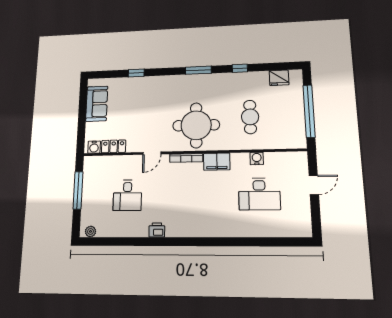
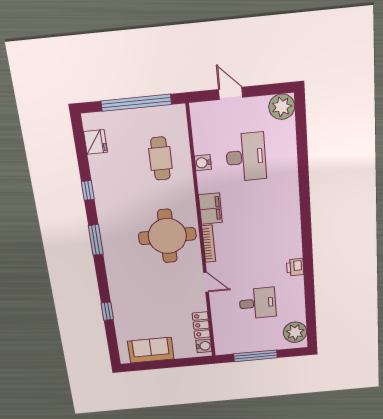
cafe table: (250, 117) -> (160, 159), moved, turned 90
plant: (301, 226) -> (282, 107), added
plant: (90, 231) -> (295, 332), width x1.87, depth x1.87

